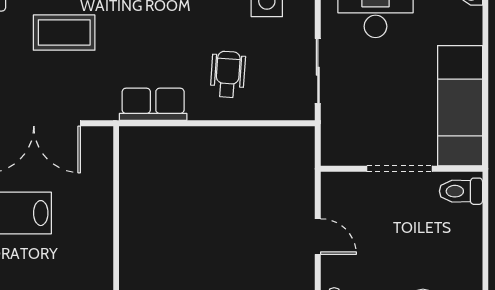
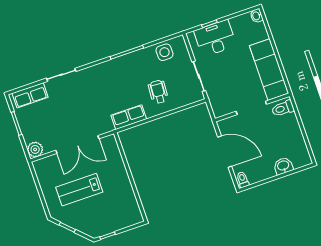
coffee table: (64, 33) -> (77, 98), removed
door: (318, 237) -> (225, 152), width x1.88

